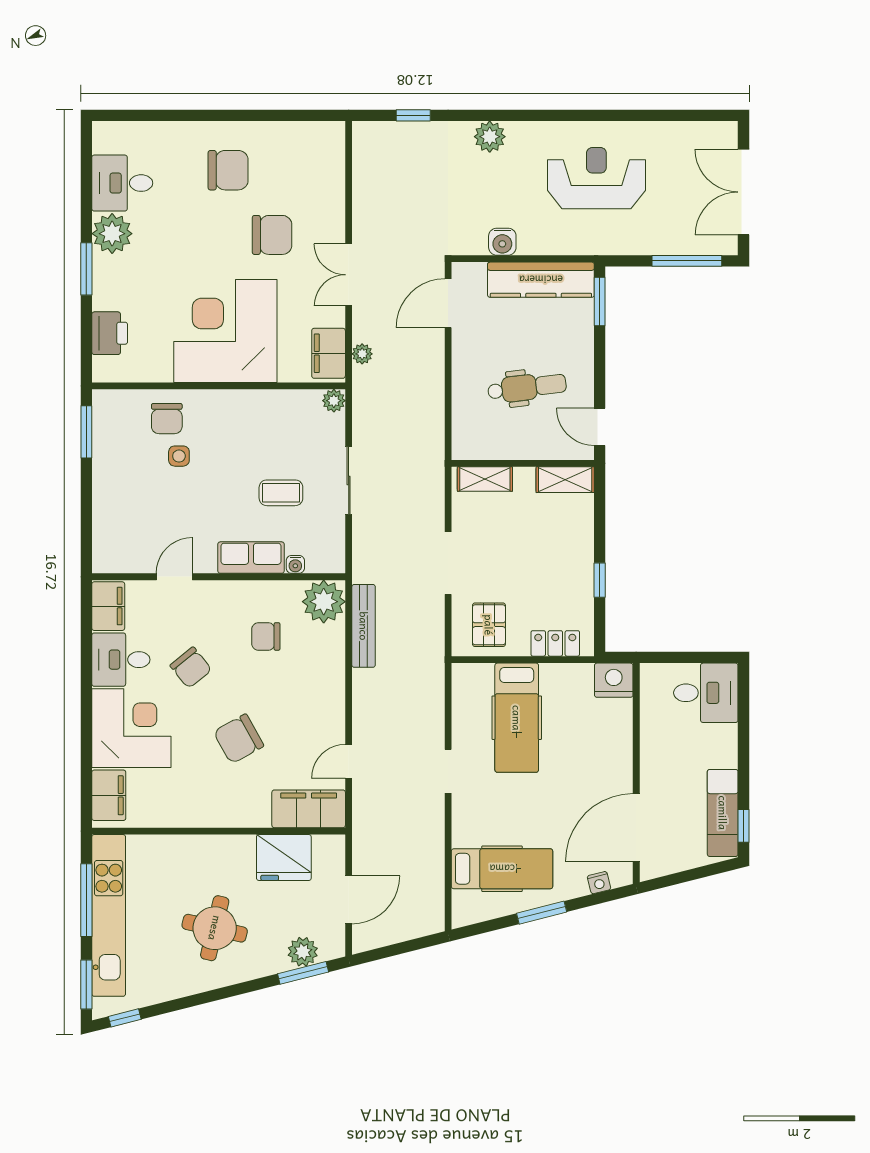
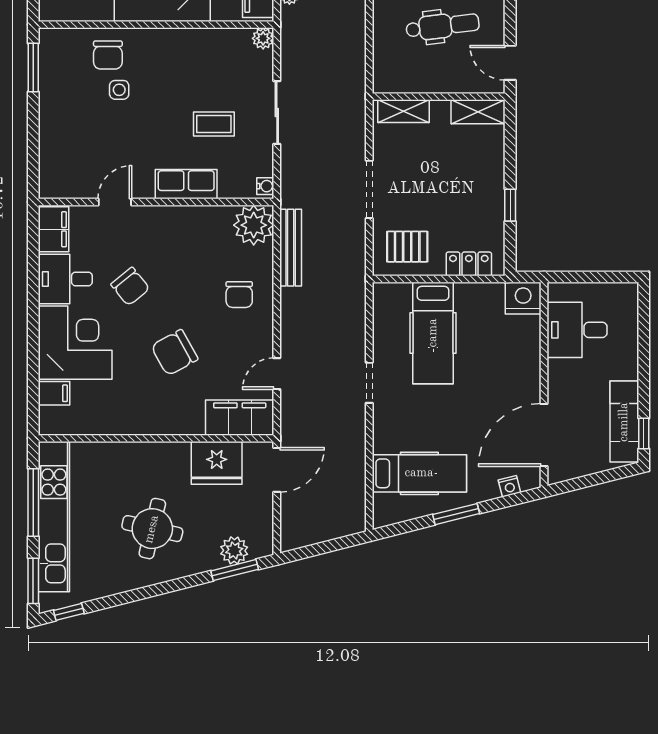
water cooler: (295, 564) -> (265, 186), moved, turned -90
pallet: (489, 625) -> (407, 247), turned 90
chair: (266, 636) -> (239, 295), moved, turned -90
desk: (706, 693) -> (577, 330), moved, turned 180
filing cabinet: (109, 795) -> (54, 393), width x0.50
door: (349, 900) -> (277, 470), moved

